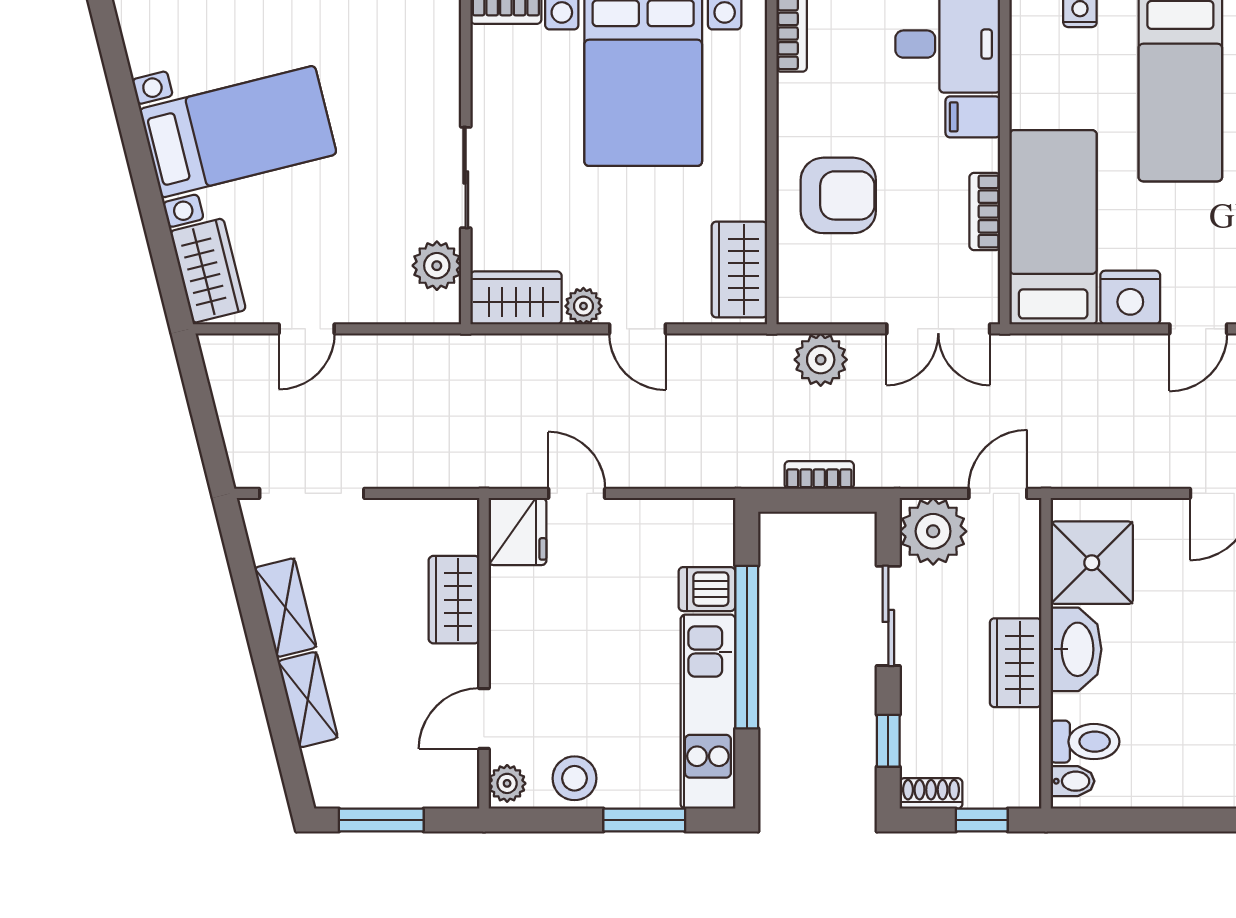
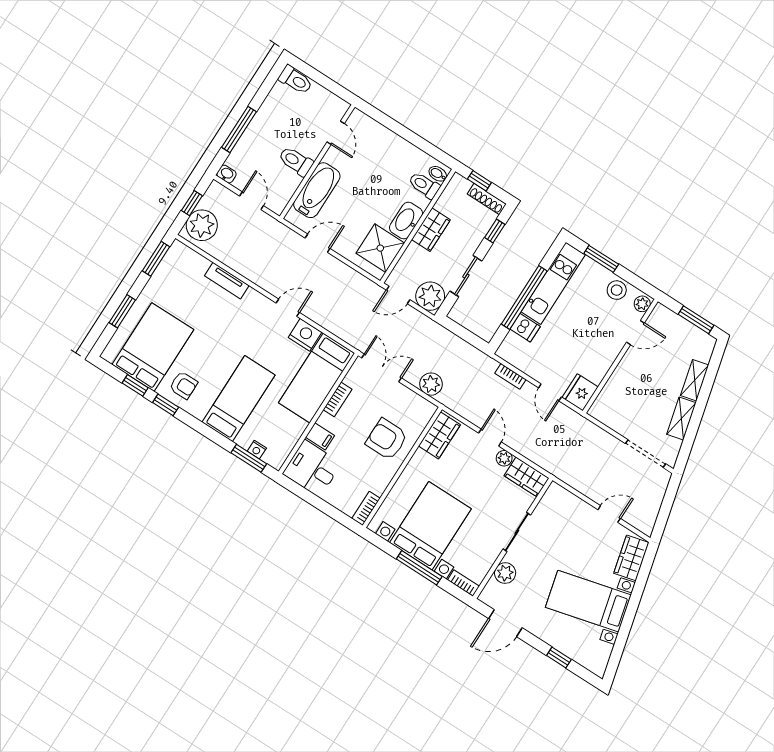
plant: (437, 266) -> (505, 573), moved
bookcase: (819, 475) -> (510, 376), moved
wardrobe: (454, 600) -> (619, 382), removed
shoe rack: (931, 793) -> (487, 199), width x1.43

